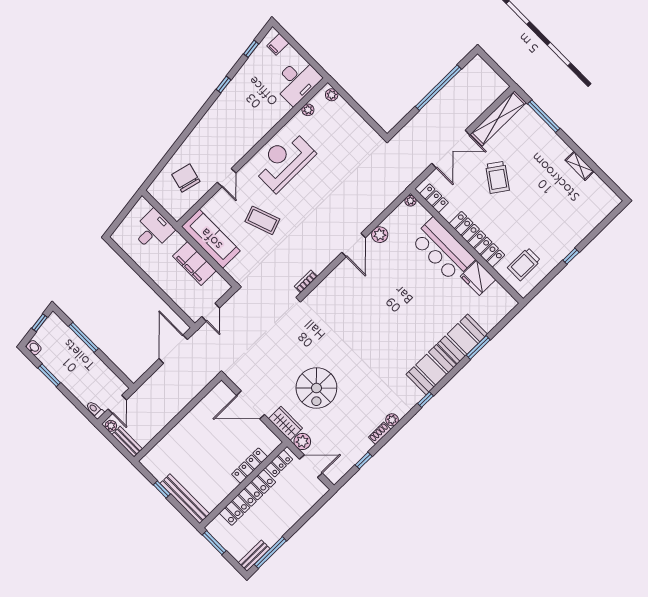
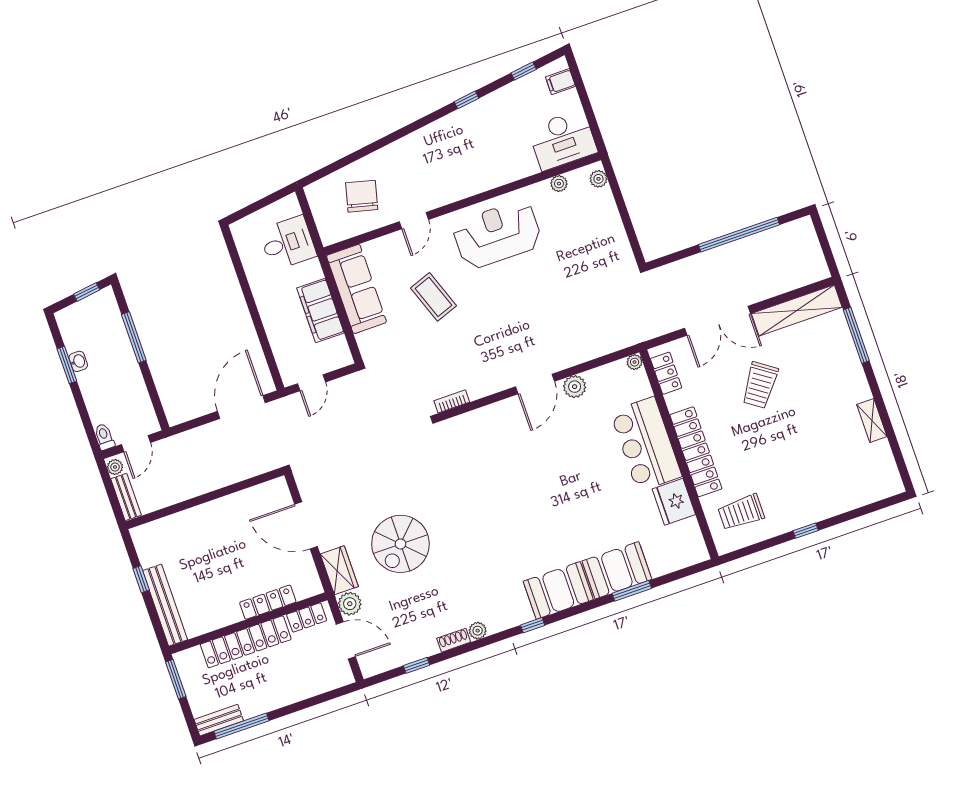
washbasin: (34, 348) -> (78, 361), moved

